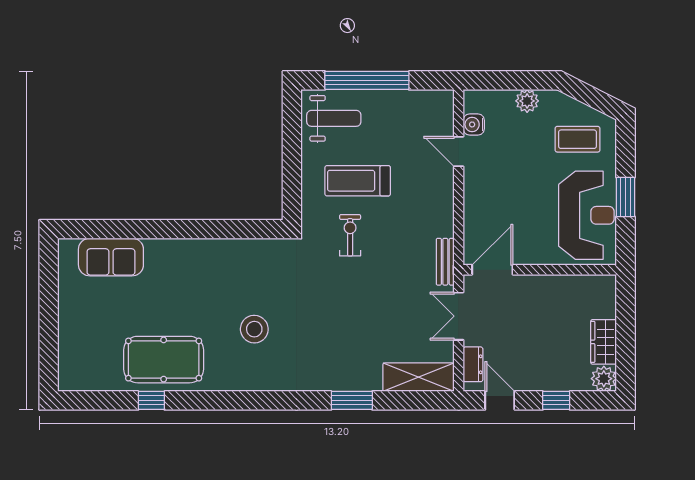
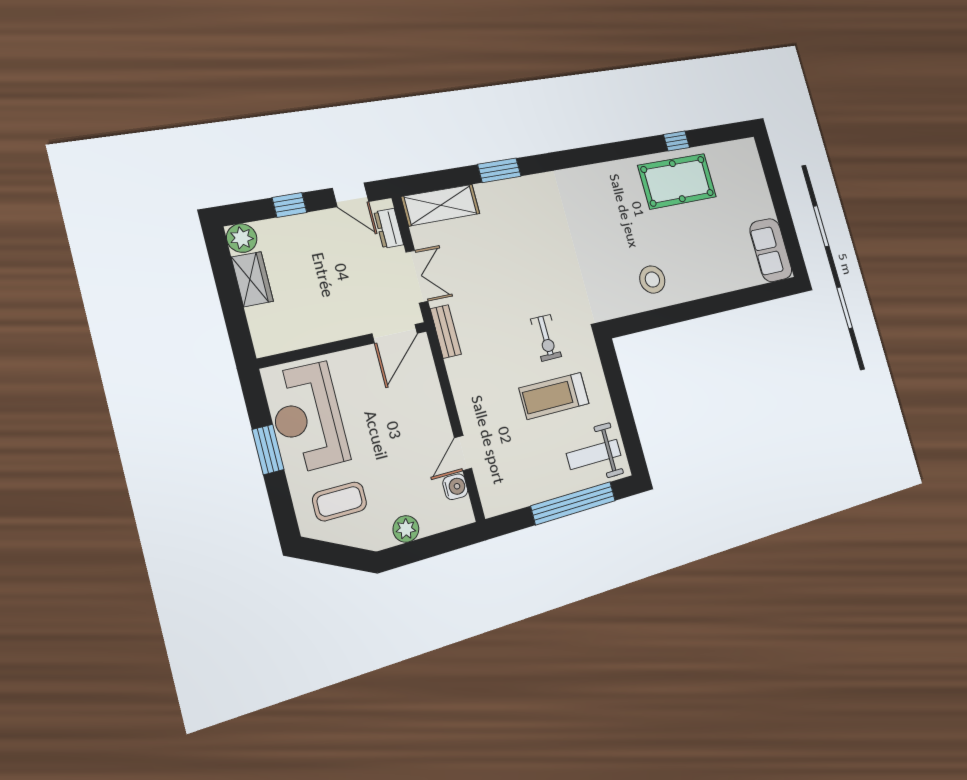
door: (459, 152) -> (463, 453), swing flipped
treadmill: (358, 181) -> (554, 396), turned 180
sofa: (111, 257) -> (771, 250), moved, turned -90
stool: (254, 329) -> (652, 280), moved

